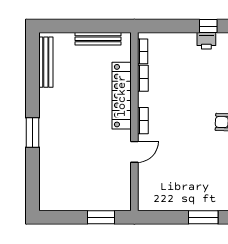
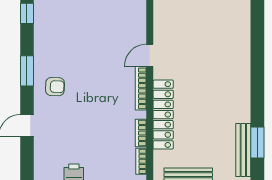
bookcase: (143, 121) -> (141, 88), width x1.56
window: (32, 132) -> (257, 142), moved

